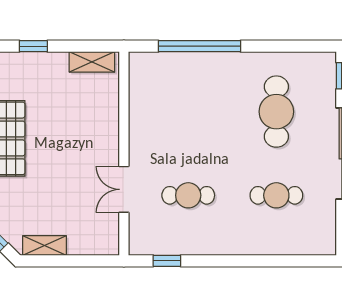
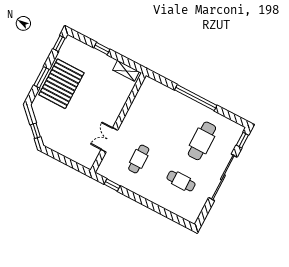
window: (200, 46) -> (196, 98), moved
cafe table: (188, 195) -> (139, 159), turned 90
shelving: (45, 245) -> (57, 147), removed

